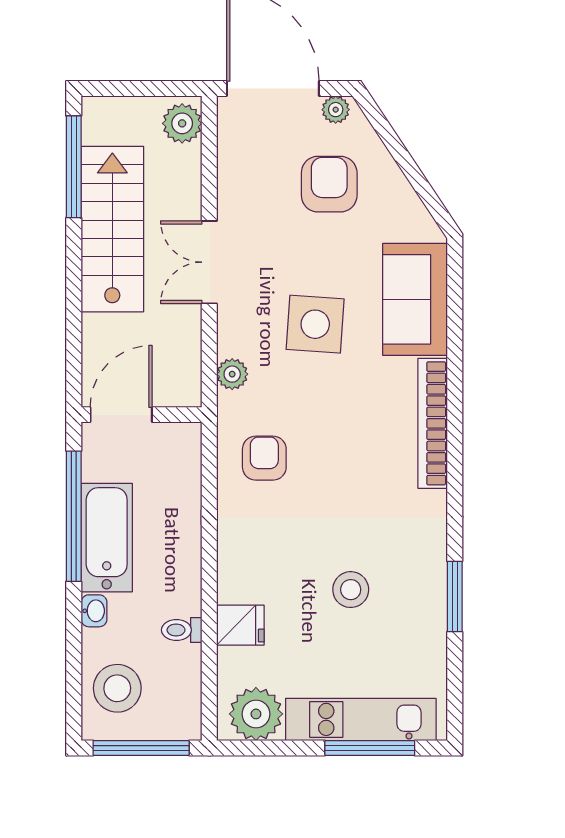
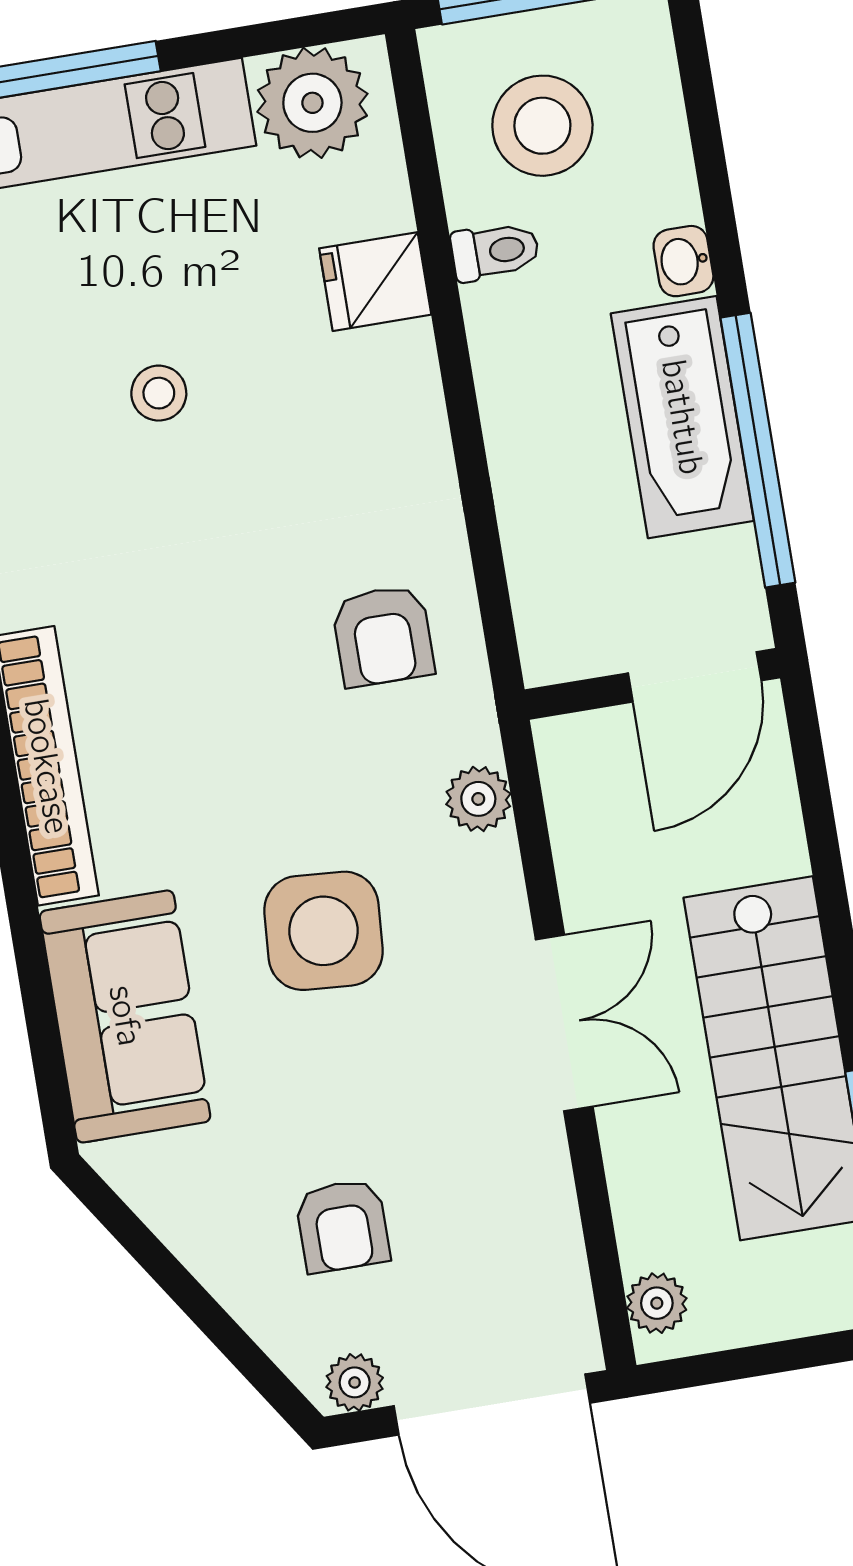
plant: (182, 123) -> (657, 1303), width x0.73, depth x0.73
armchair: (329, 184) -> (342, 1226), width x0.72, depth x0.72
stool: (351, 590) -> (159, 393), width x0.73, depth x0.73
stool: (117, 688) -> (542, 126), moved

